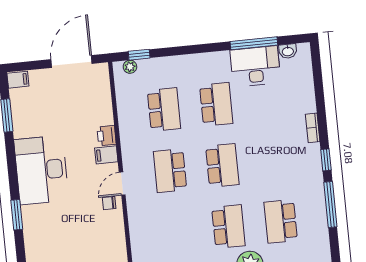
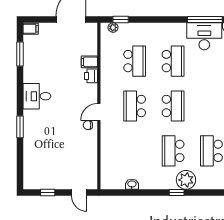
filing cabinet: (106, 155) -> (89, 62), moved
desk: (41, 170) -> (37, 96), width x0.53, depth x0.77
school desk: (228, 227) -> (173, 151), turned 180

